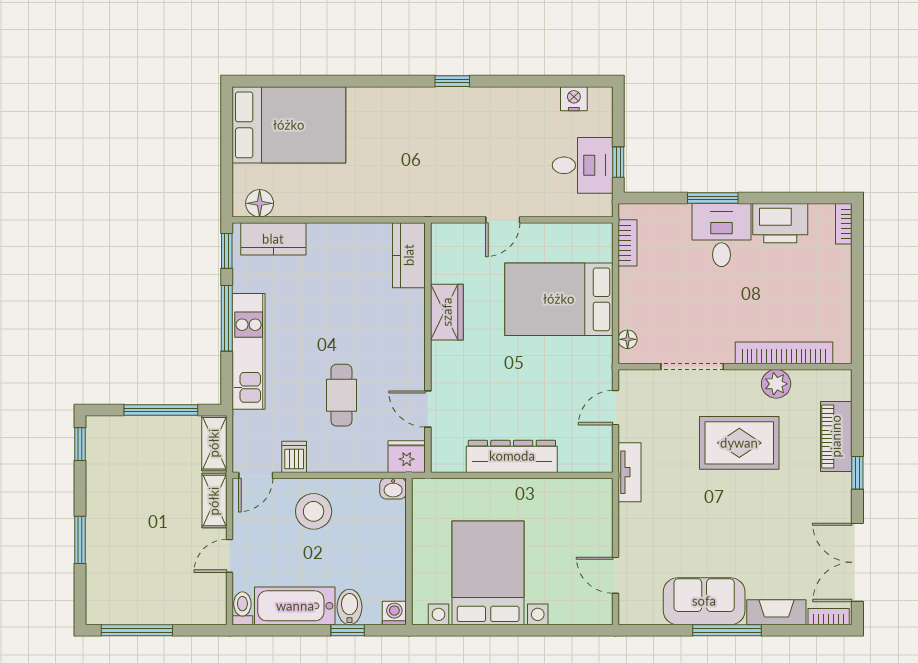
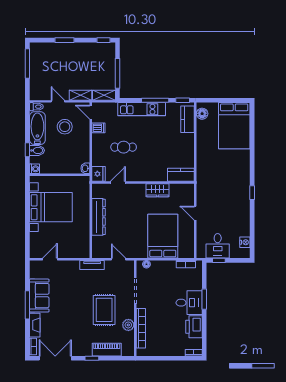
stool: (314, 511) -> (65, 127), moved

